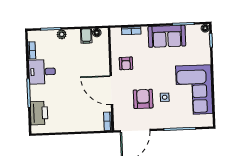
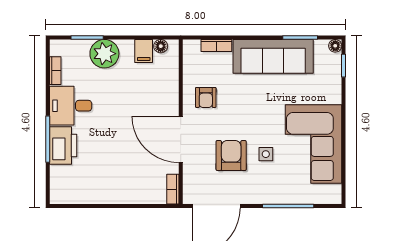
plant: (62, 34) -> (104, 54), width x1.88, depth x1.88
sofa: (167, 36) -> (273, 56), width x1.36
printer: (39, 113) -> (63, 146), moved

